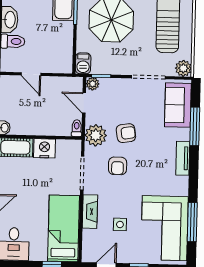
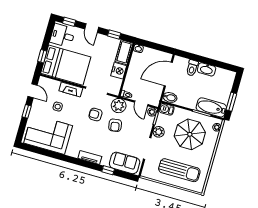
bidet: (64, 63) -> (170, 97), added
plant: (183, 68) -> (159, 132), moved
door: (31, 74) -> (168, 74), width x1.87
door: (84, 103) -> (141, 103), swing flipped
window: (195, 126) -> (108, 170), width x0.46
window: (192, 222) -> (47, 153), removed
bed: (64, 228) -> (66, 65), width x1.50

